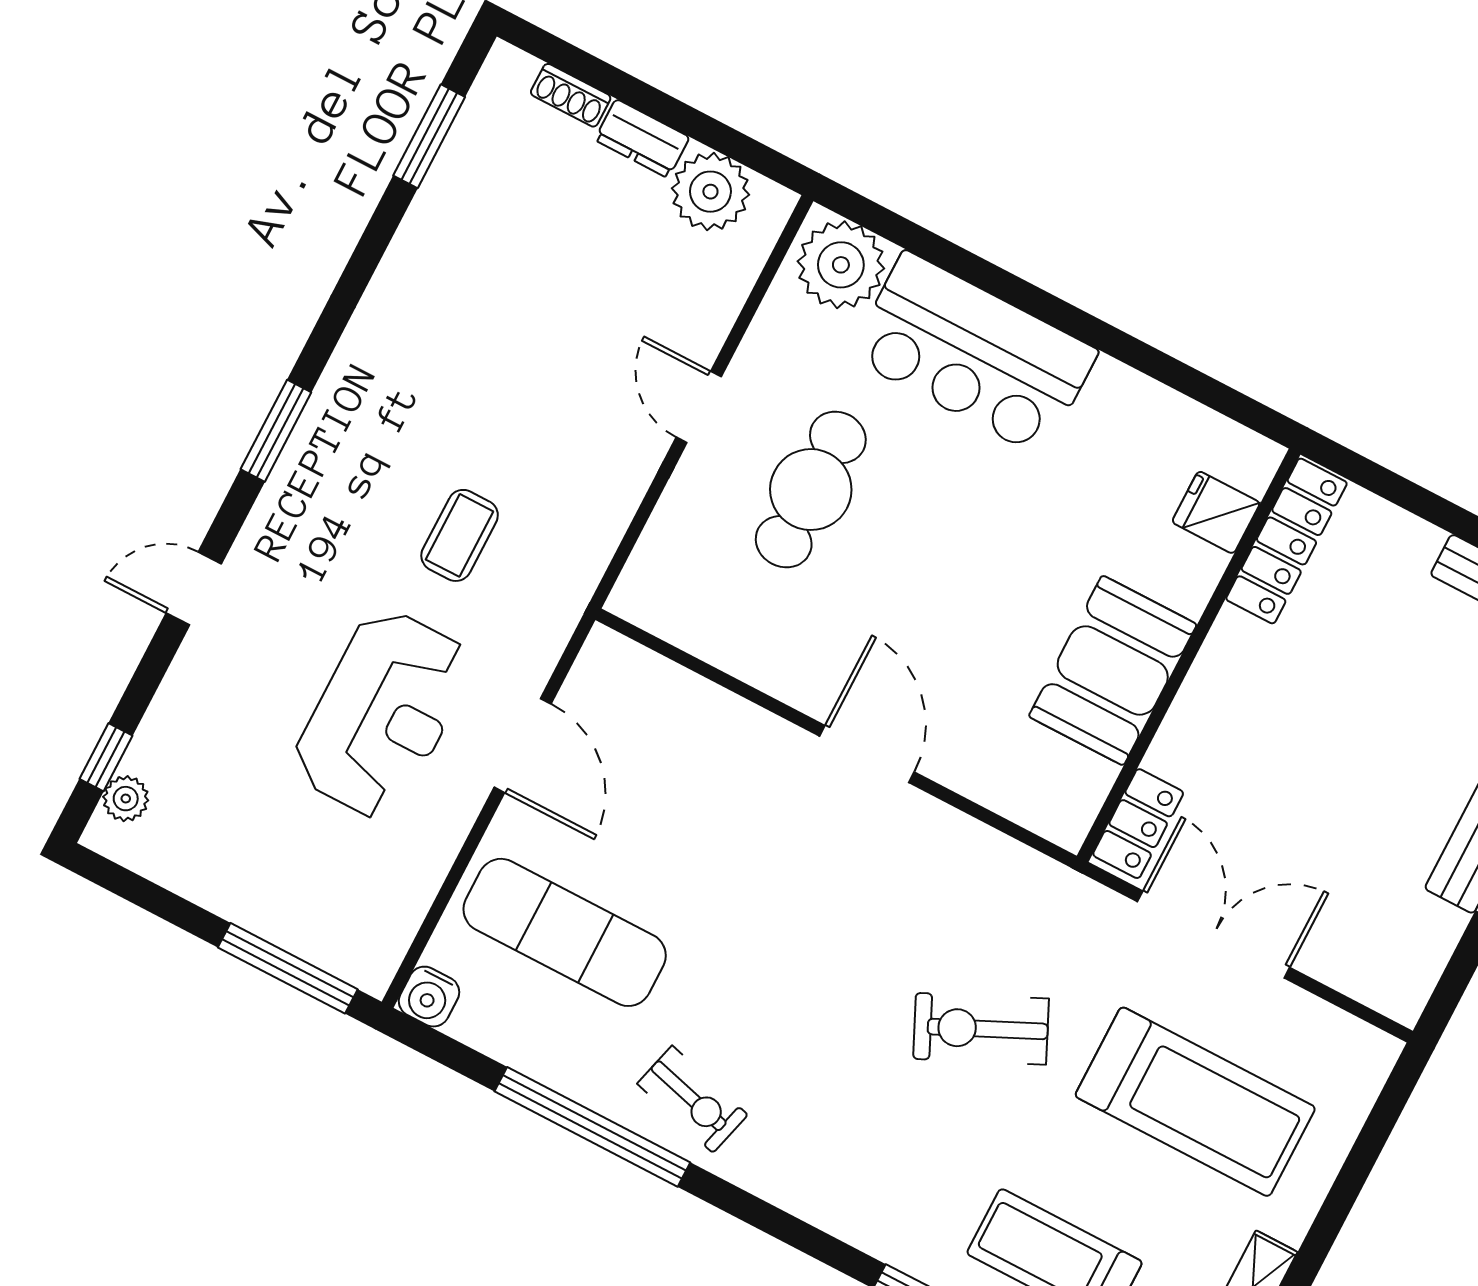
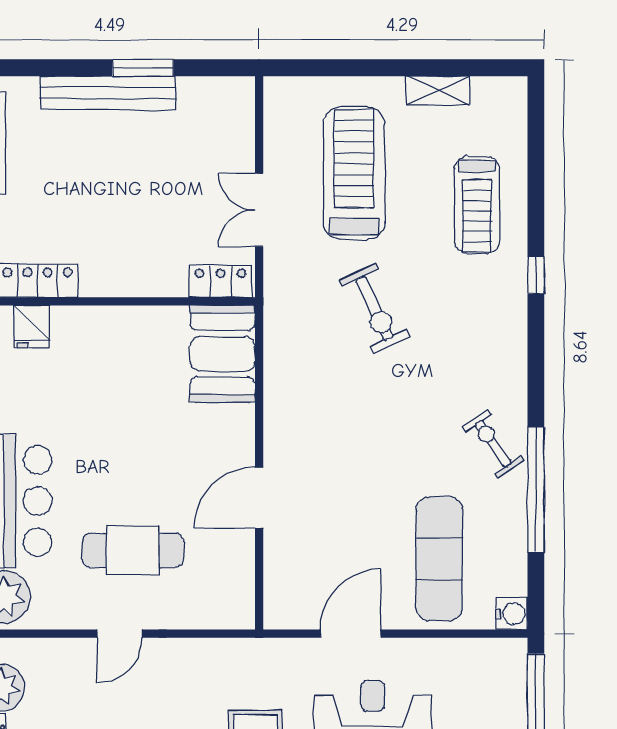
booth: (1113, 670) -> (223, 354), moved, turned 90
door: (867, 754) -> (259, 498), moved
double door: (1214, 934) -> (259, 210), width x0.73
exercise bike: (692, 1099) -> (493, 444), turned -50

